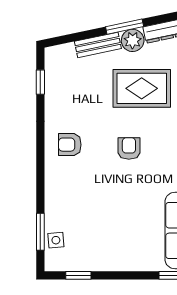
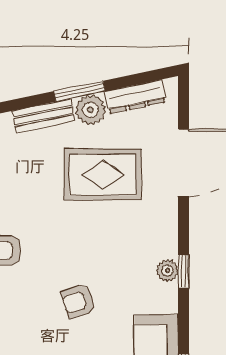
armchair: (129, 148) -> (78, 301), moved, turned -108

